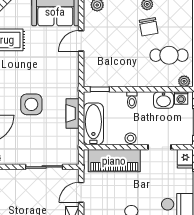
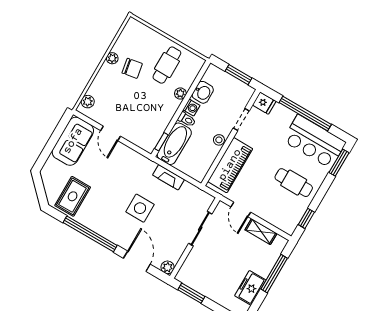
plant: (184, 81) -> (180, 93), moved
washing machine: (181, 98) -> (191, 108), moved
bathtub: (93, 124) -> (174, 144), moved, turned 90

